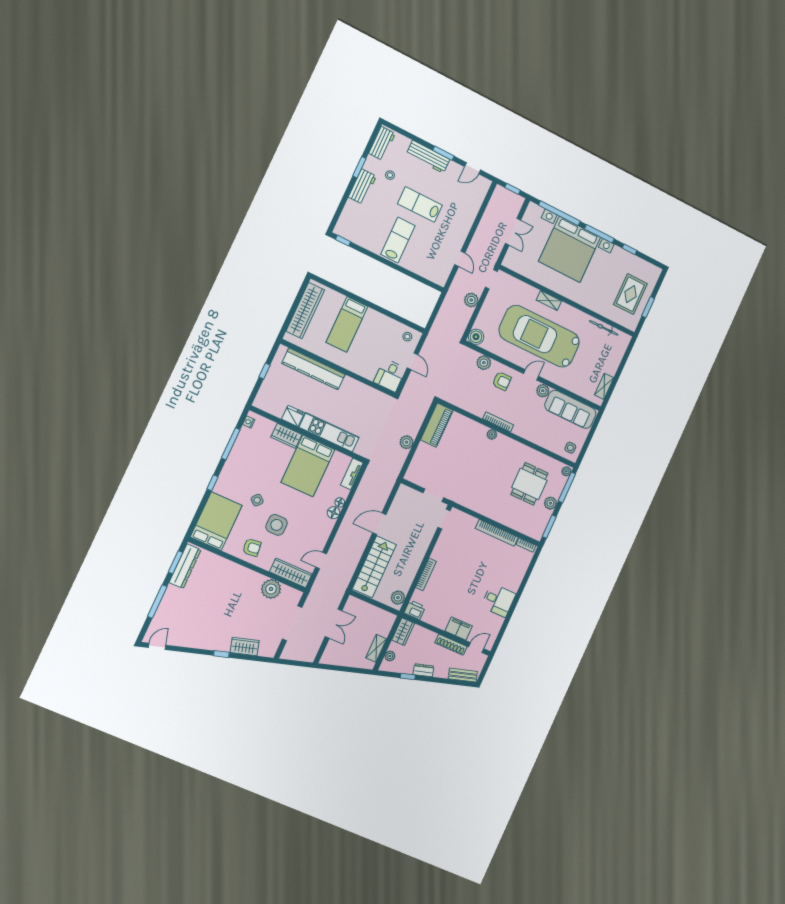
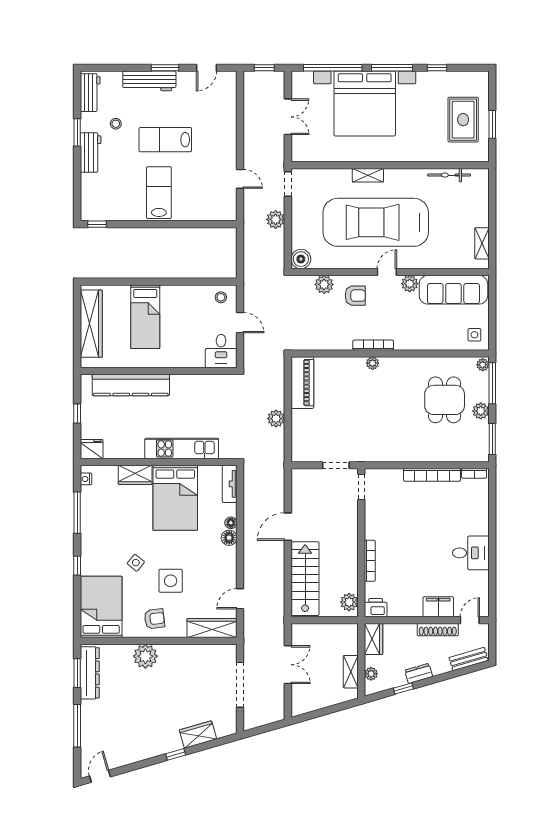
fridge: (293, 416) -> (92, 449), moved
plant: (271, 589) -> (145, 656), moved

